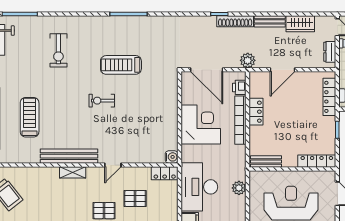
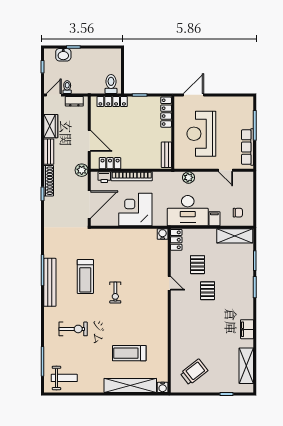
locker: (256, 112) -> (110, 163), moved
bench: (69, 156) -> (50, 282), moved
shelving: (73, 172) -> (175, 317), removed

